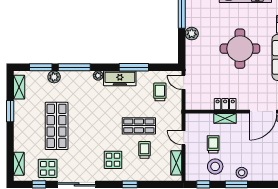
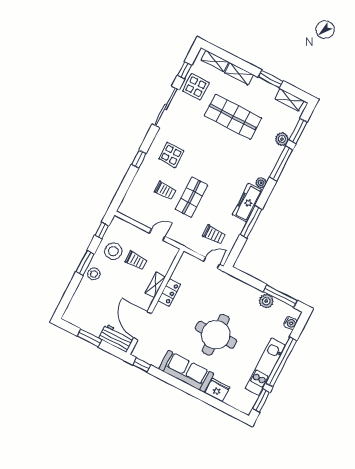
plant: (192, 34) -> (266, 301), moved
shelving: (176, 163) -> (239, 74), moved

